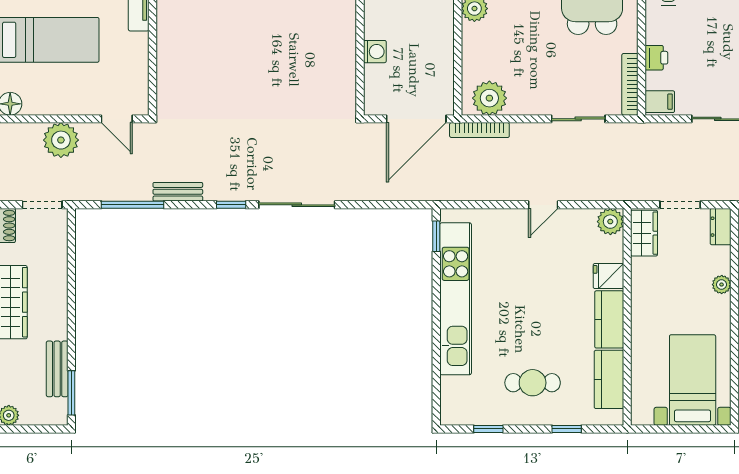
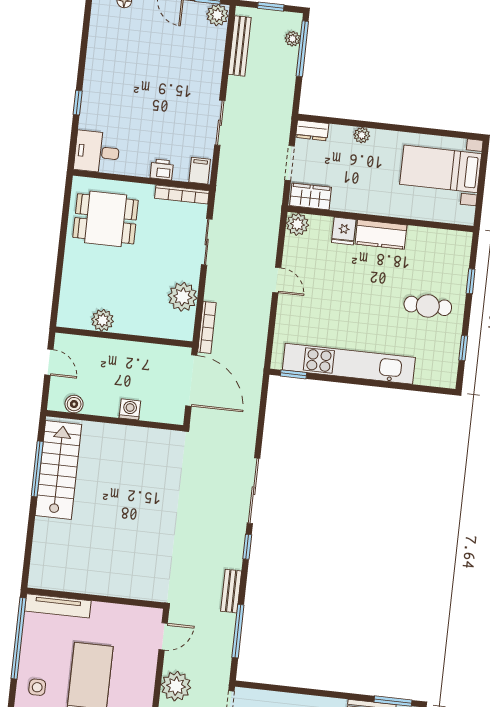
plant: (489, 98) -> (183, 297), moved
kitchen counter: (609, 379) -> (432, 240), removed
cafe table: (533, 383) -> (428, 306), turned 90

